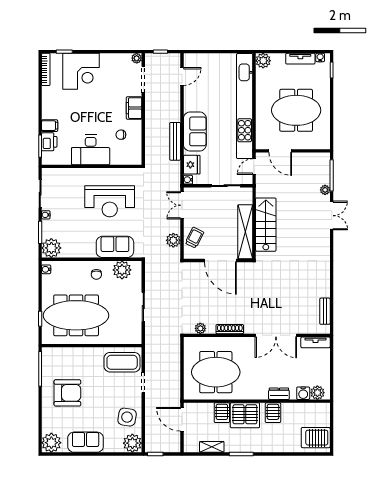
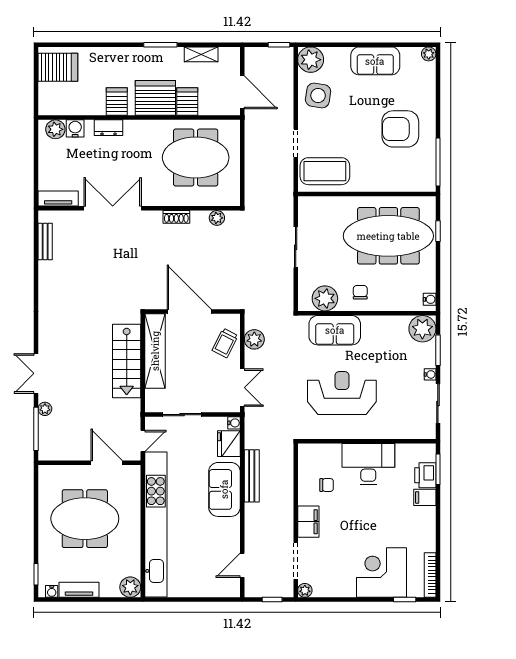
shoe rack: (230, 329) -> (176, 217), width x0.70
plant: (51, 443) -> (429, 54), width x0.53, depth x0.53

